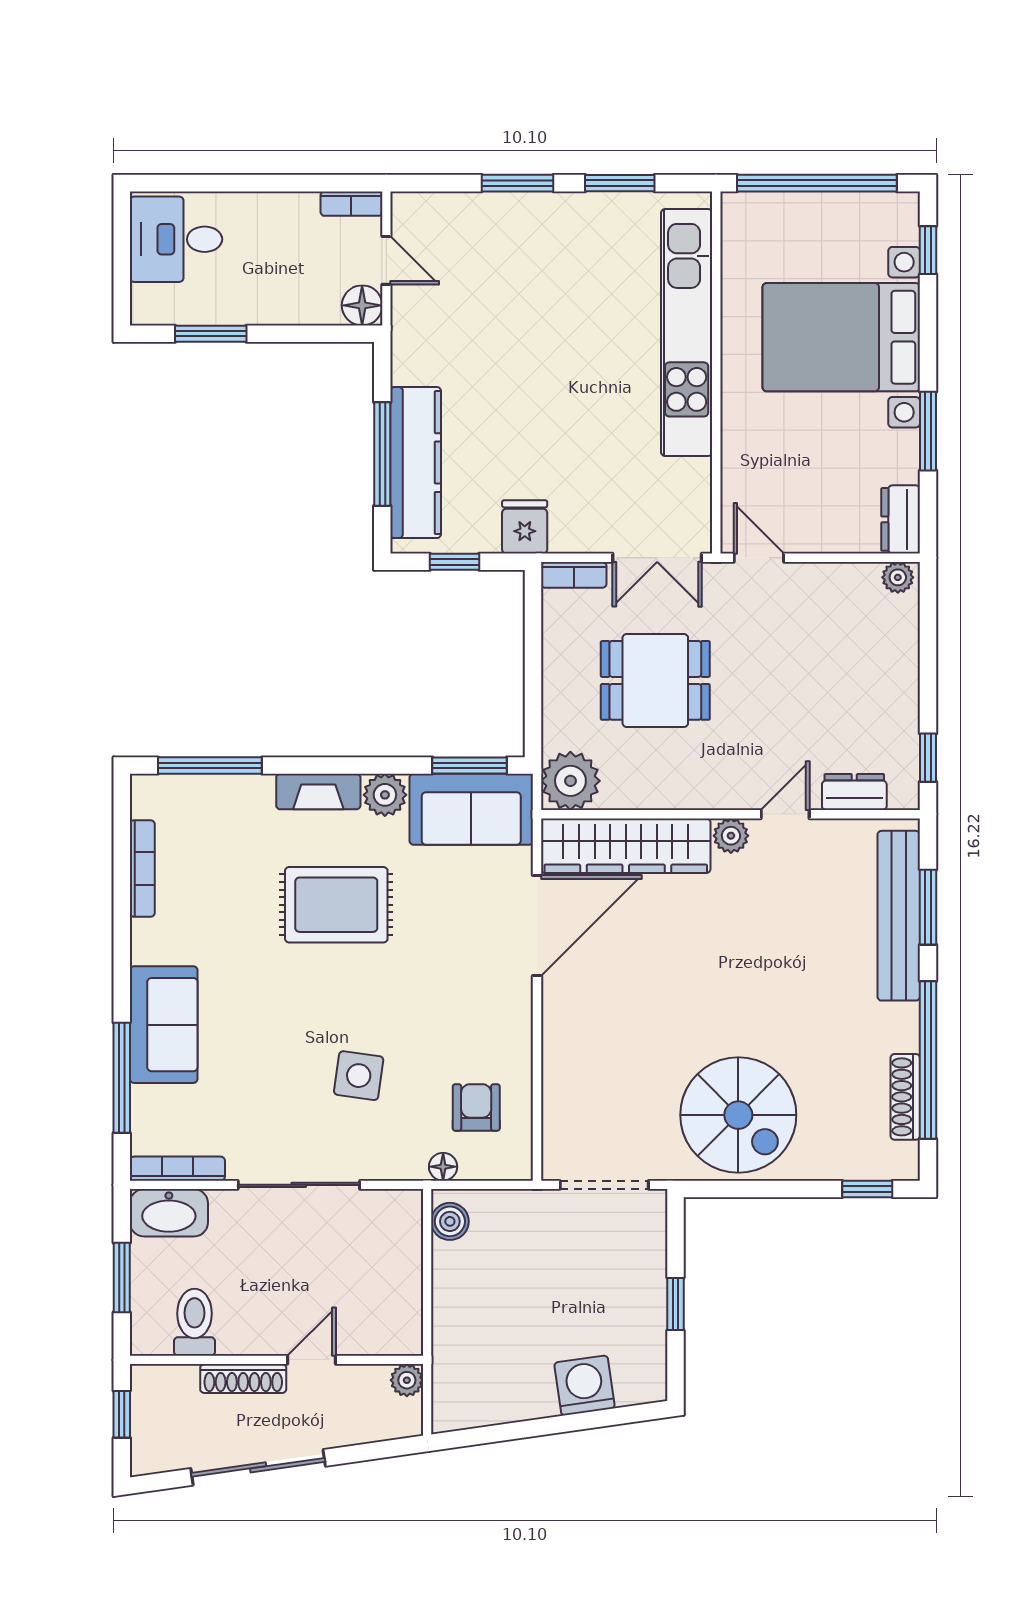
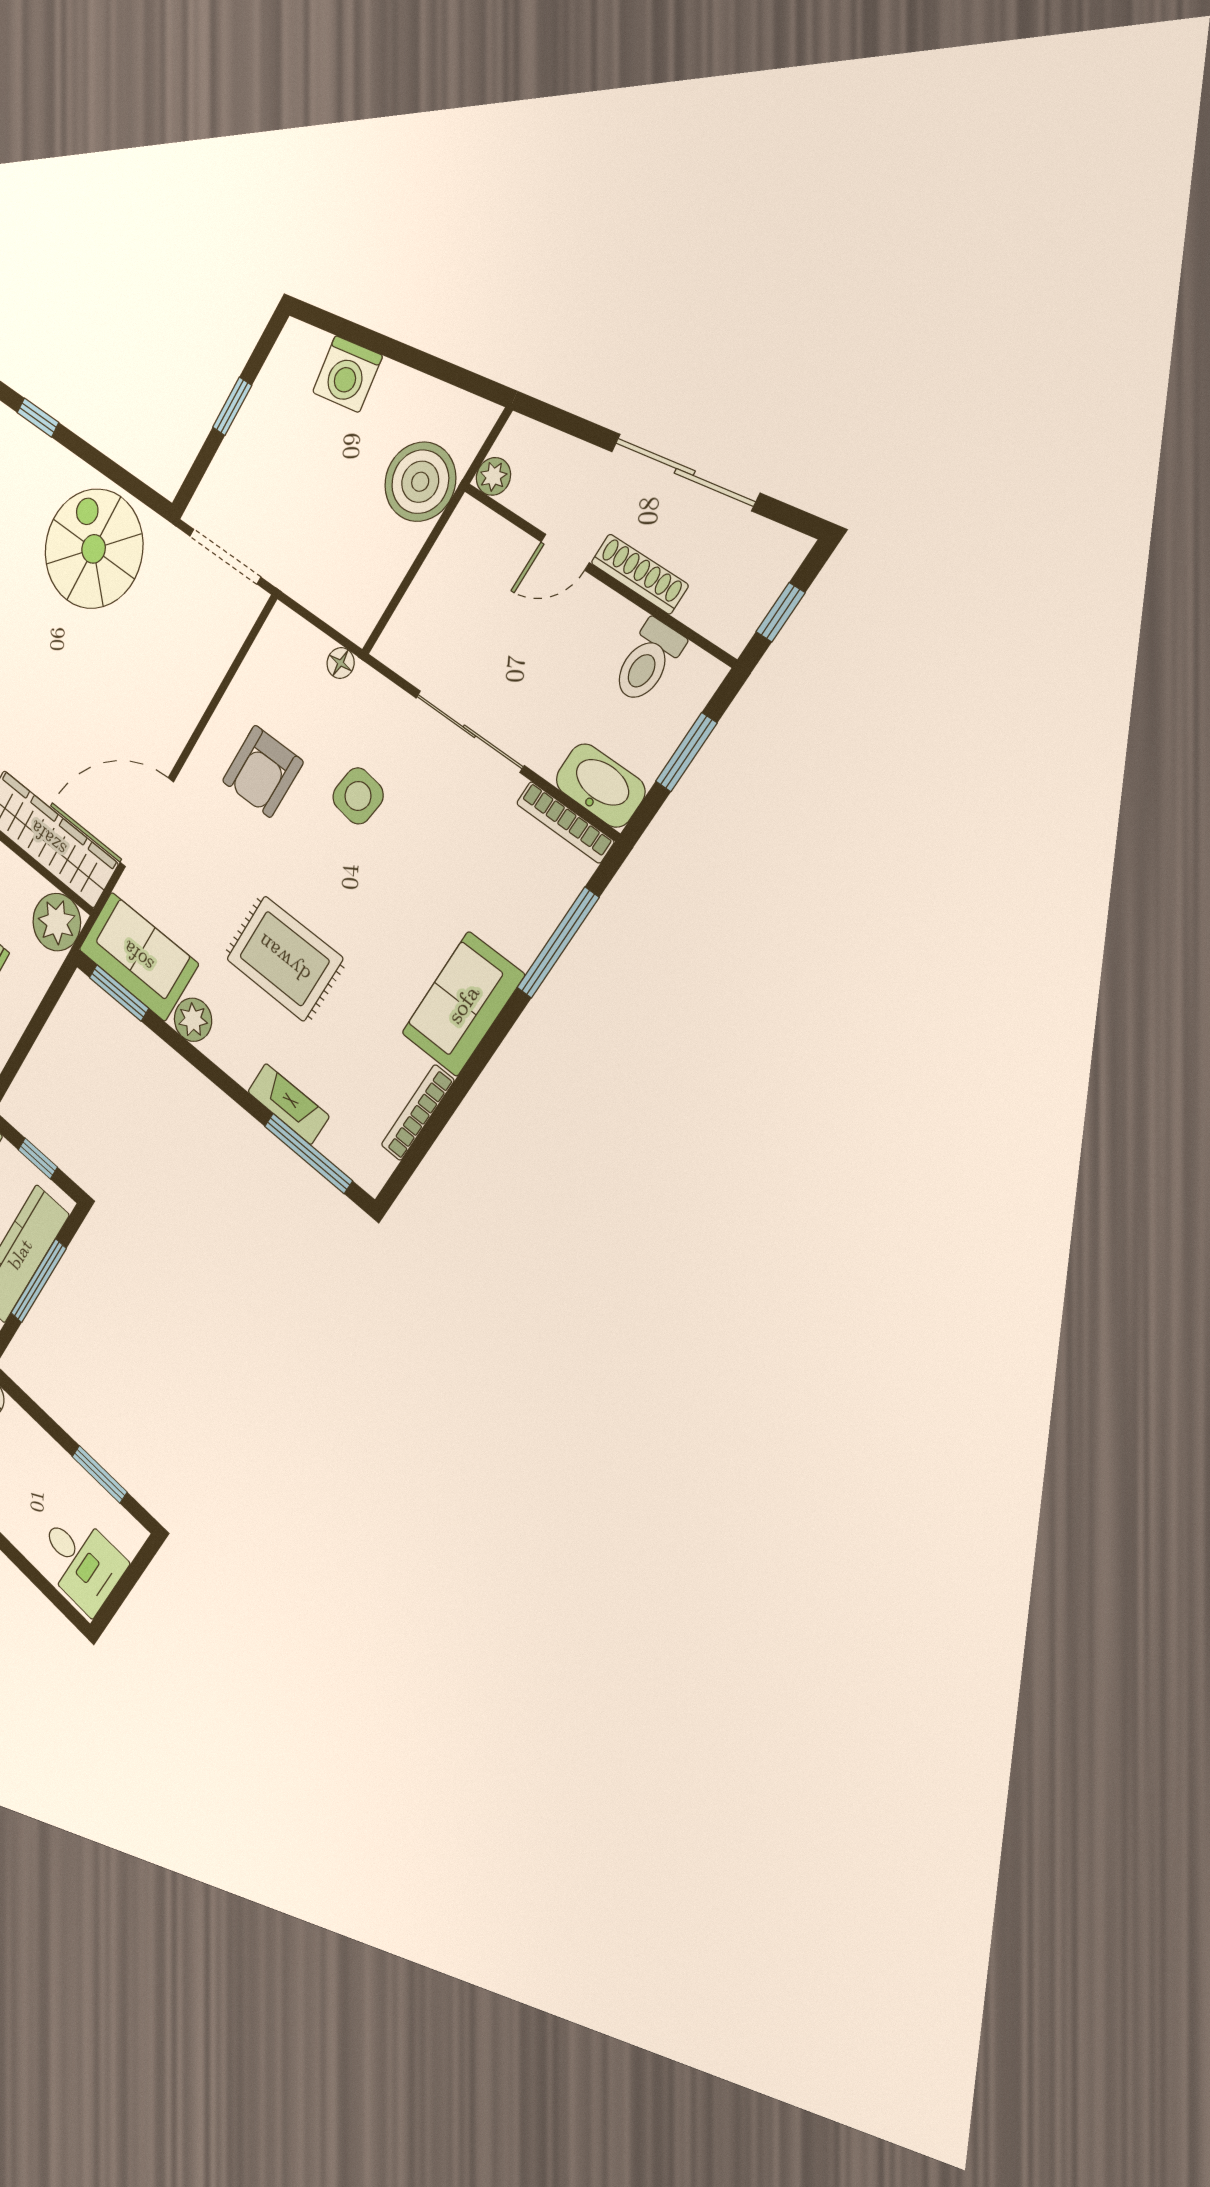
fireplace: (318, 792) -> (288, 1104), moved
sofa: (164, 1025) -> (463, 1004), moved
armchair: (476, 1107) -> (263, 771), moved, width x1.38, depth x1.38
boiler: (450, 1221) -> (420, 482), moved, width x1.86, depth x1.86

